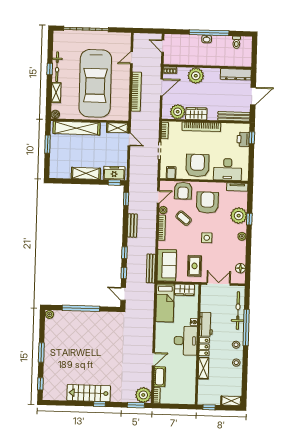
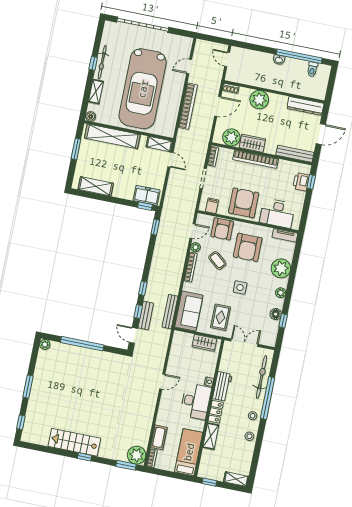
window: (209, 33) -> (299, 56), moved
shelving: (86, 173) -> (96, 186), moved
armchair: (207, 203) -> (248, 247), turned 180
window: (249, 219) -> (283, 321), moved
bench: (132, 225) -> (146, 315), moved
floor lamp: (240, 268) -> (276, 314), moved
bed: (165, 303) -> (189, 452), moved, turned 180
door: (153, 359) -> (162, 382), moved

